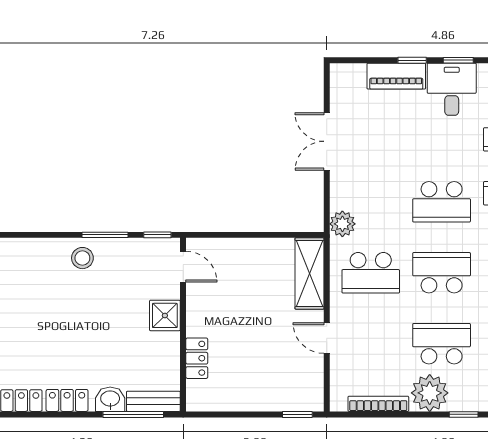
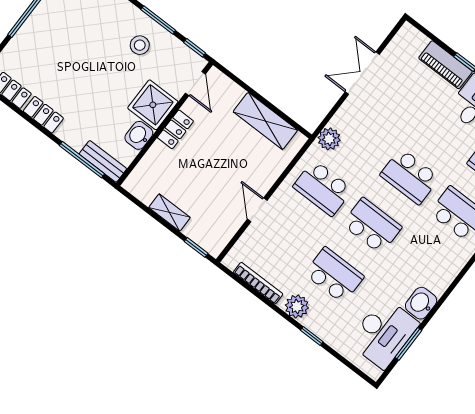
stool: (82, 258) -> (140, 45), moved
shelving: (309, 274) -> (265, 121), moved, turned 90
shower: (165, 315) -> (153, 105), width x1.36, depth x1.36
locker: (197, 358) -> (175, 129), moved
plant: (430, 393) -> (297, 306), width x0.73, depth x0.73
washbasin: (110, 399) -> (139, 135), moved, turned -90
shelving: (249, 401) -> (169, 213), added

